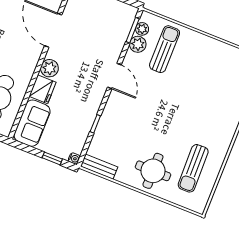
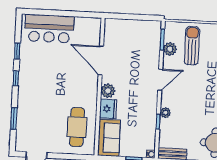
plant: (142, 29) -> (165, 113), moved
door: (114, 76) -> (160, 80), hinge flipped

